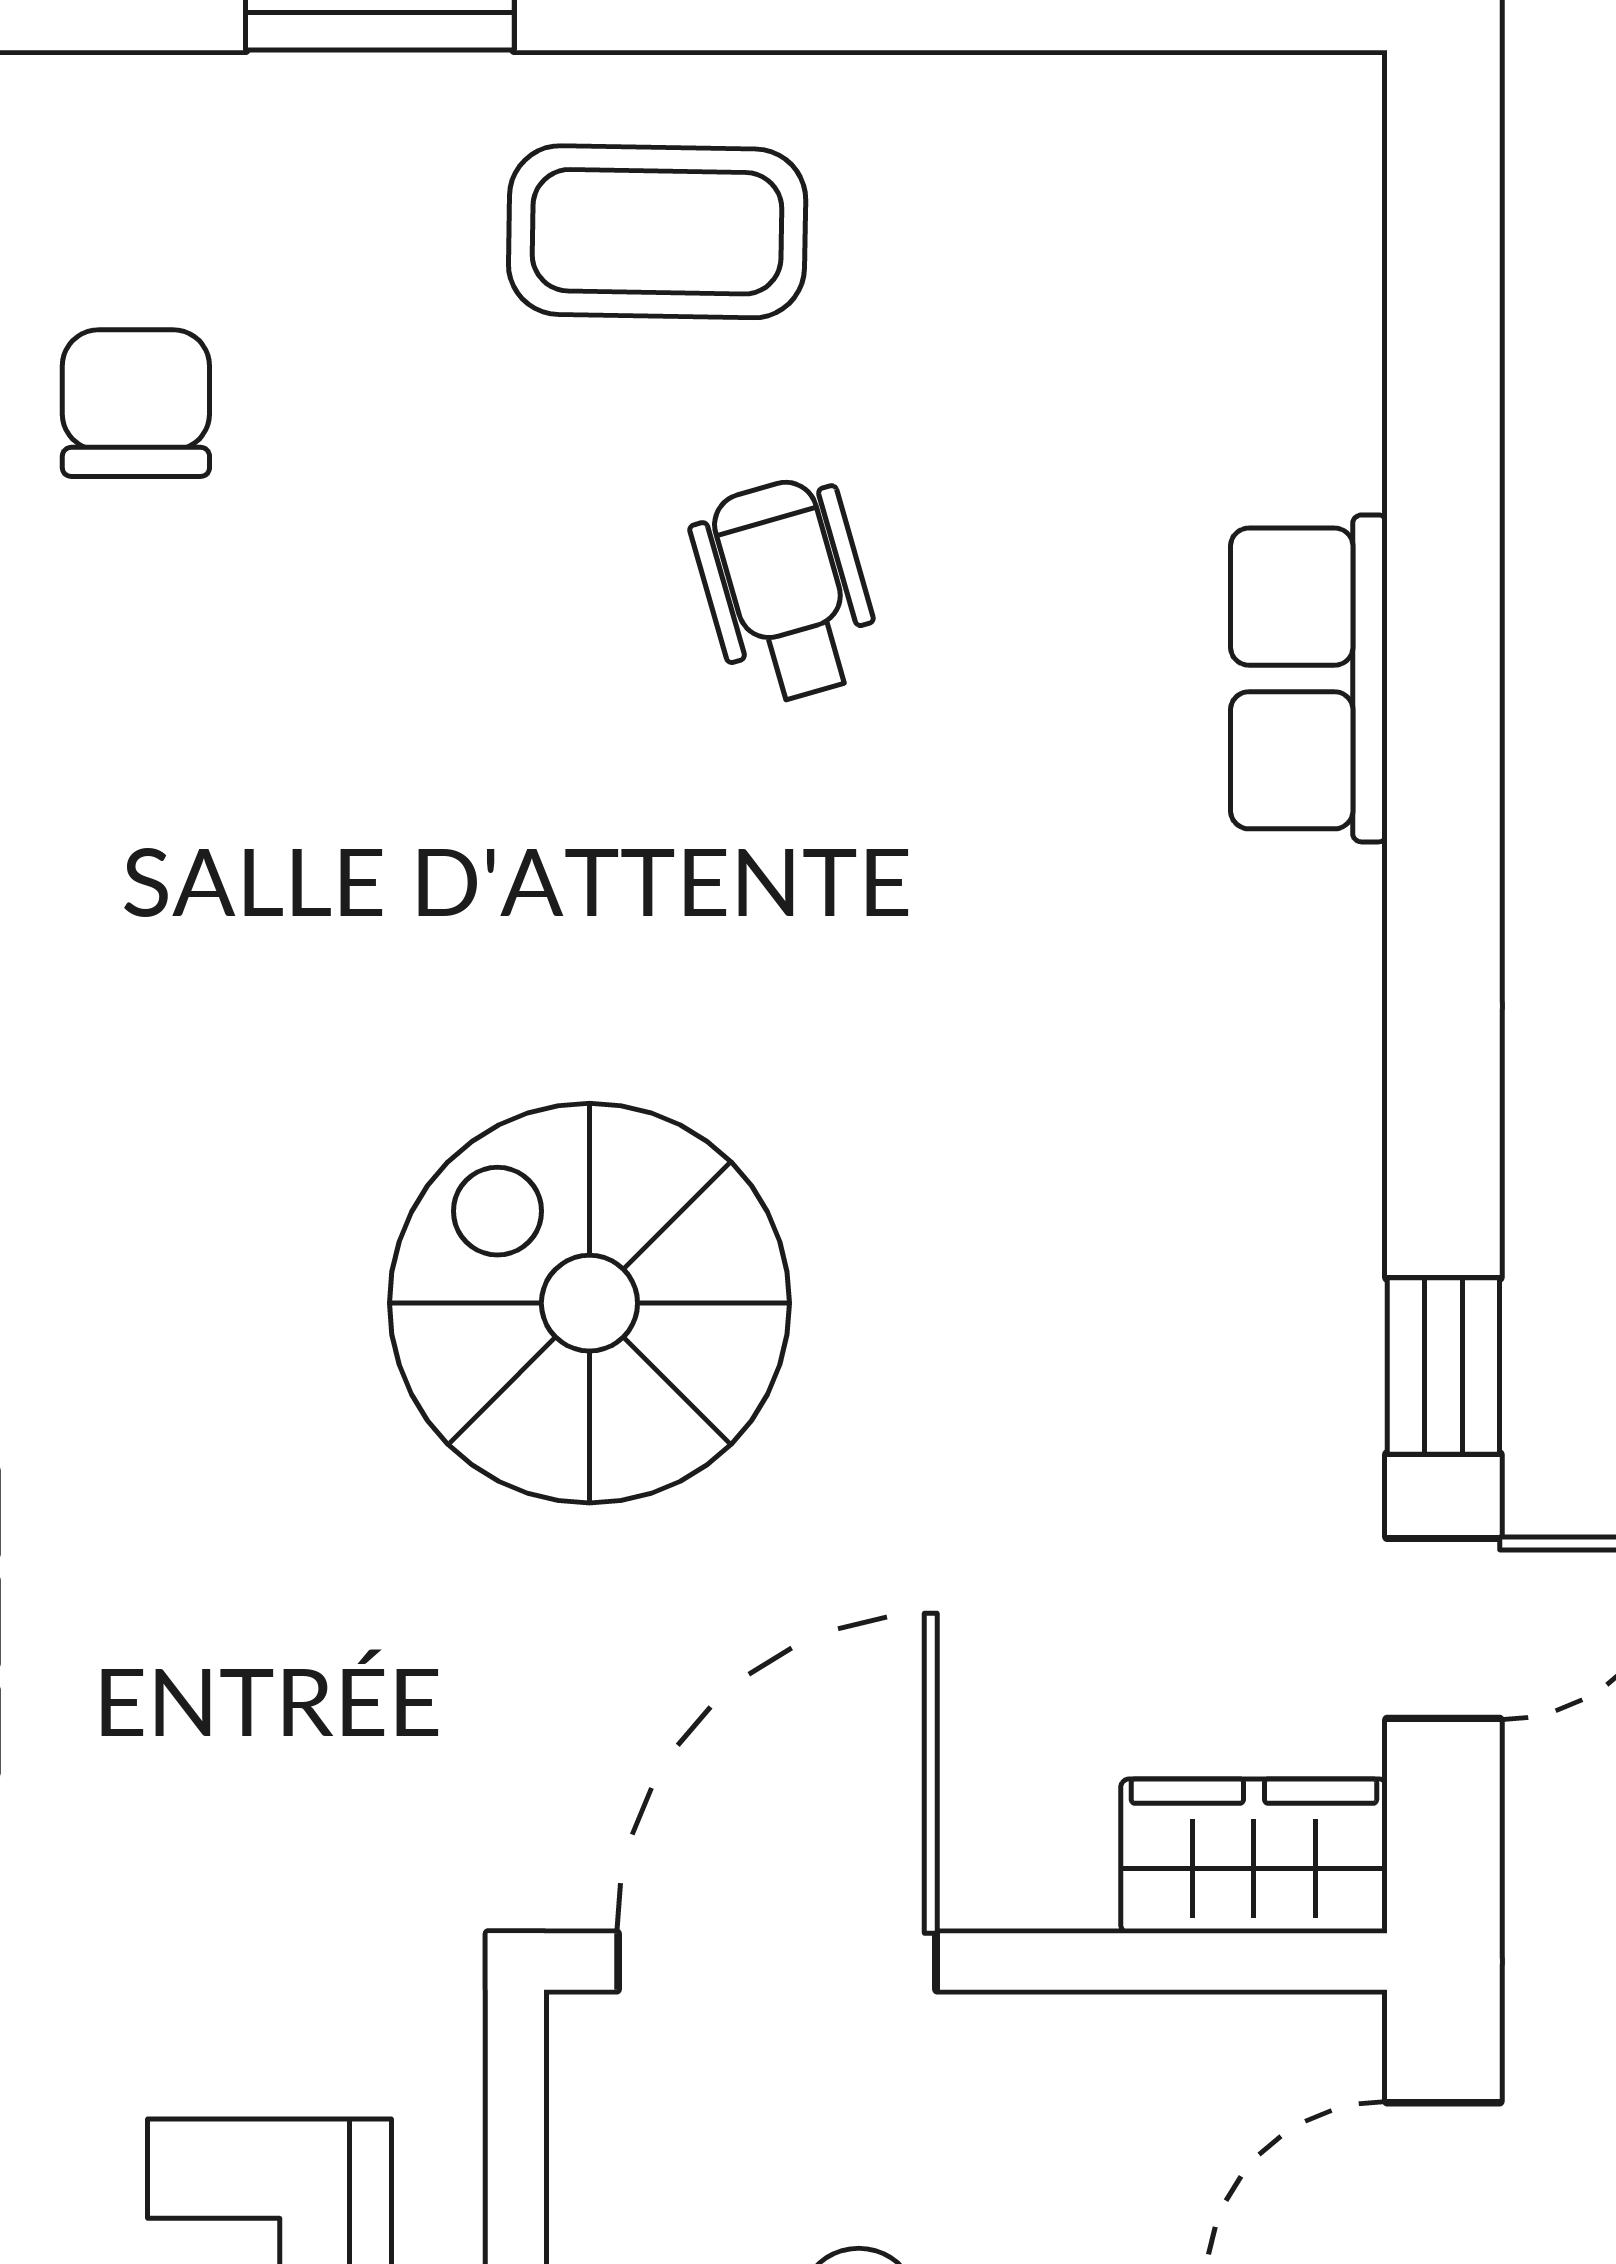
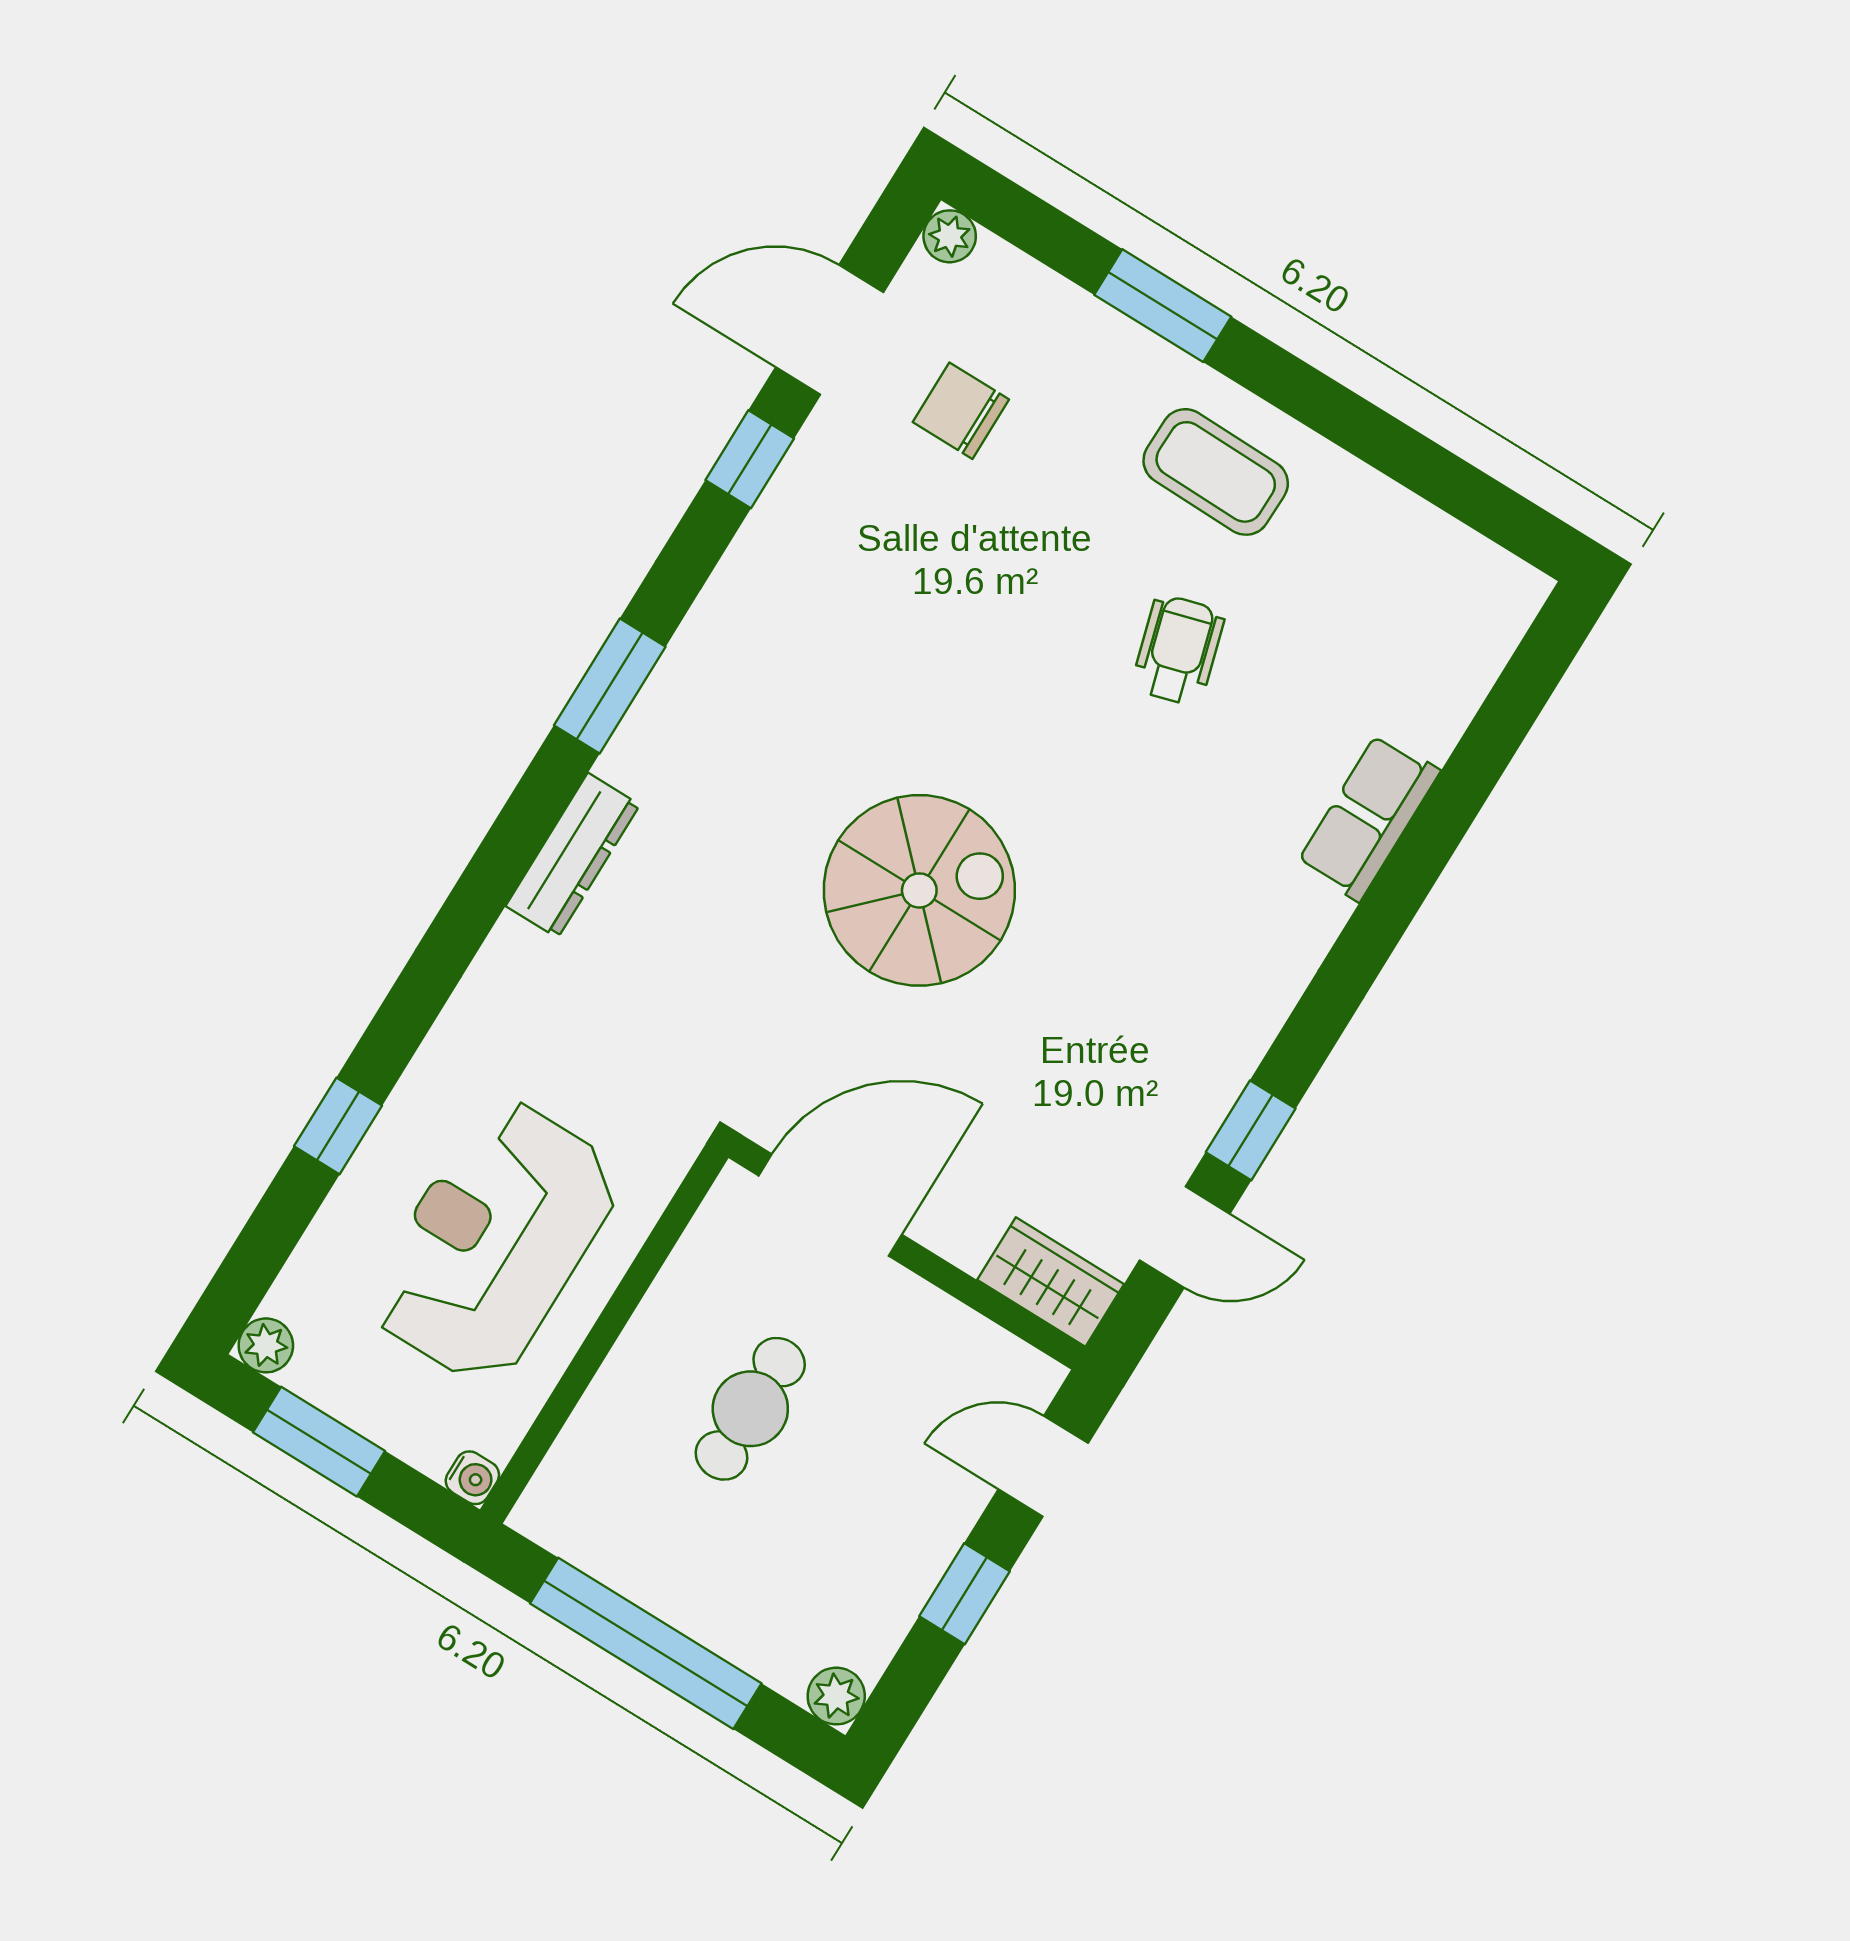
chair: (136, 403) -> (961, 411), turned -90
spiral stairs: (589, 1303) -> (919, 890), turned 90

